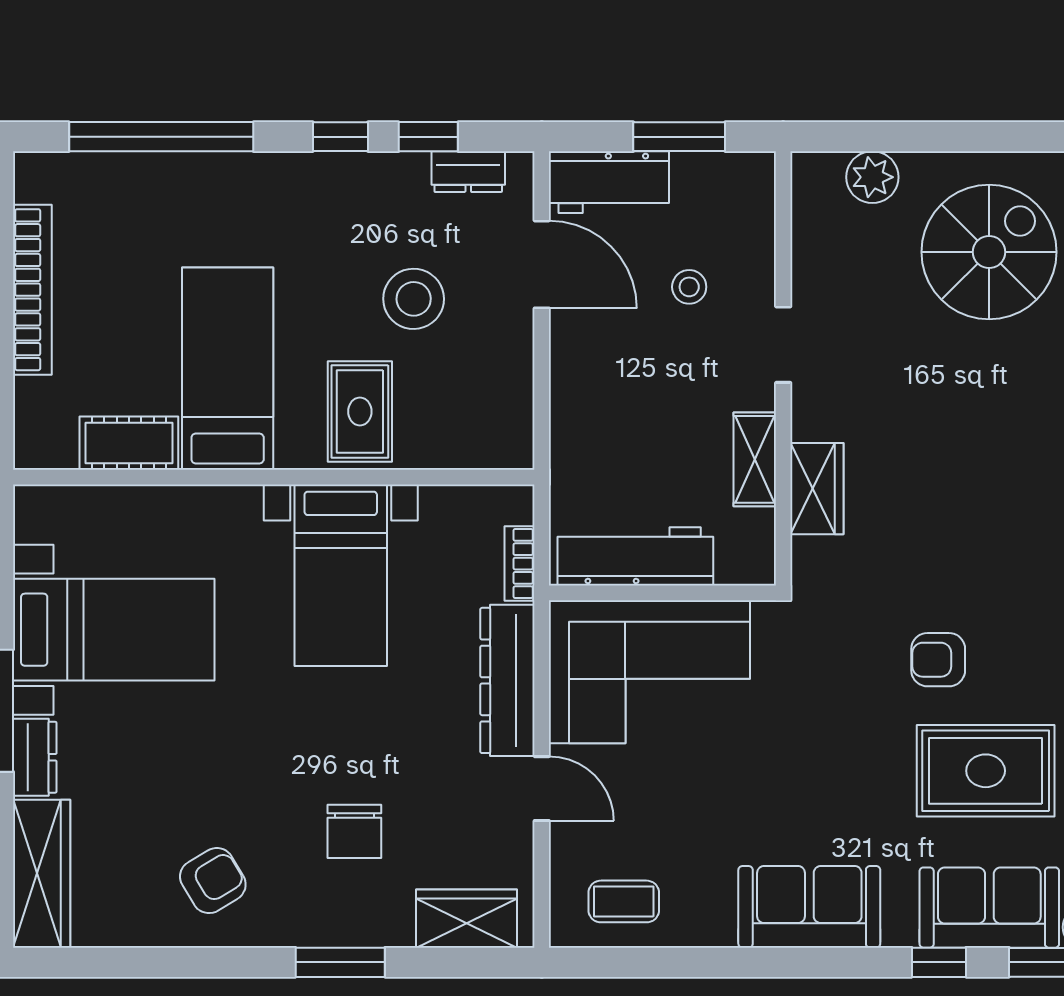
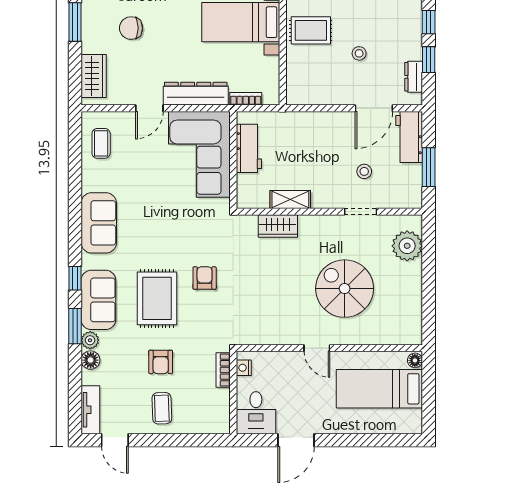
plant: (872, 177) -> (407, 246), width x1.36, depth x1.36
spiral stairs: (989, 252) -> (345, 289), moved, turned 180
stool: (414, 299) -> (359, 53), width x0.53, depth x0.53
doorway: (783, 345) -> (361, 212), moved
workbench: (635, 556) -> (249, 148), width x0.73

